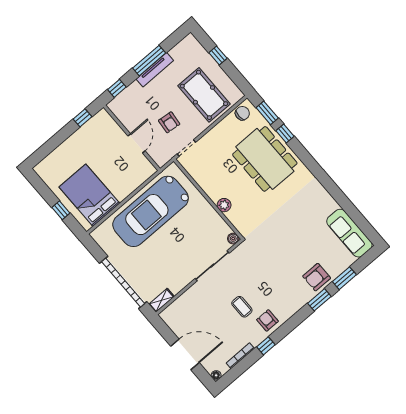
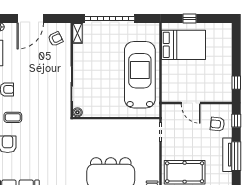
armchair: (169, 122) -> (217, 124), moved
plant: (224, 205) -> (104, 125), removed
coffee table: (242, 307) -> (13, 117), moved
armchair: (184, 316) -> (55, 39), added

